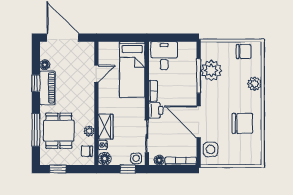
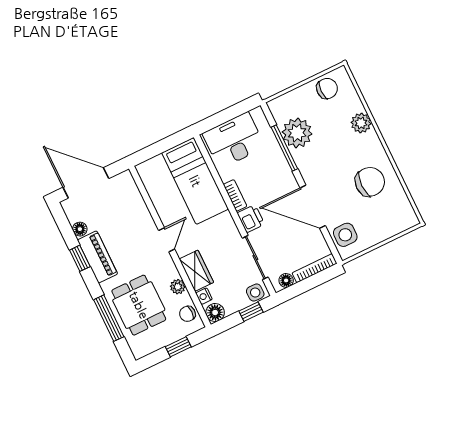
desk: (164, 56) -> (234, 140), width x1.37
door: (96, 74) -> (167, 240), moved
window: (58, 169) -> (178, 347), moved

